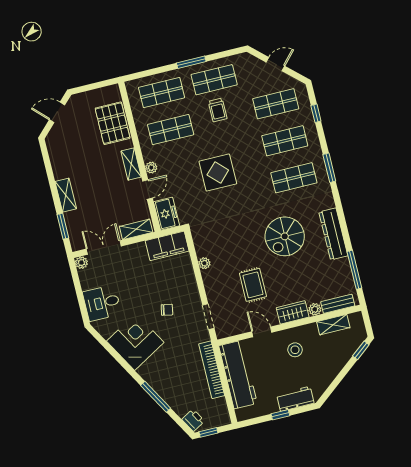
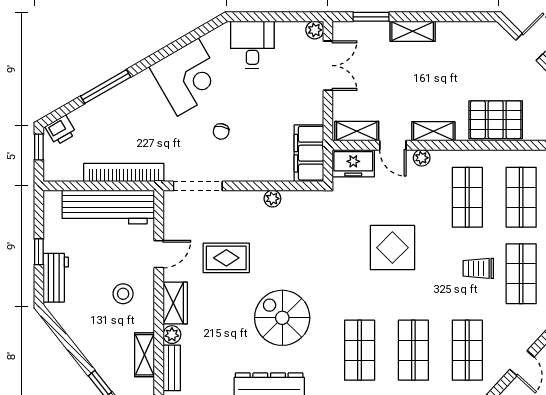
shelving: (136, 229) -> (357, 131), moved, turned 90
doorway: (208, 317) -> (198, 186), width x1.38

